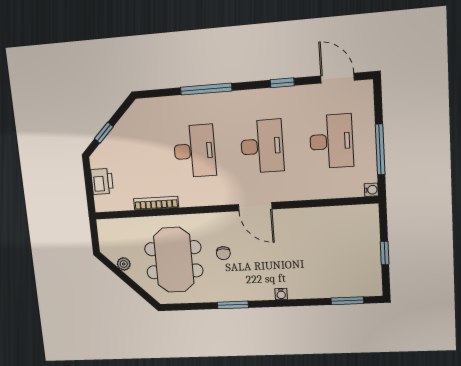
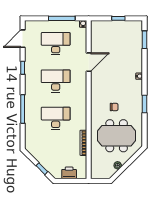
door: (255, 207) -> (89, 62), moved

